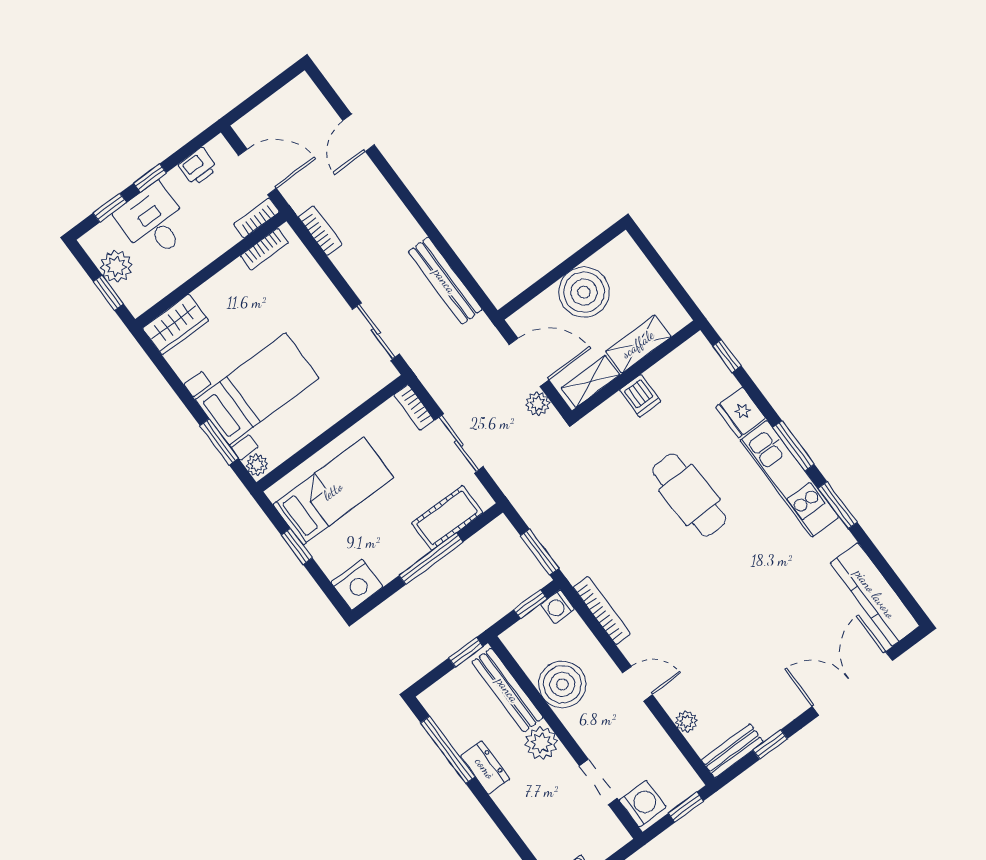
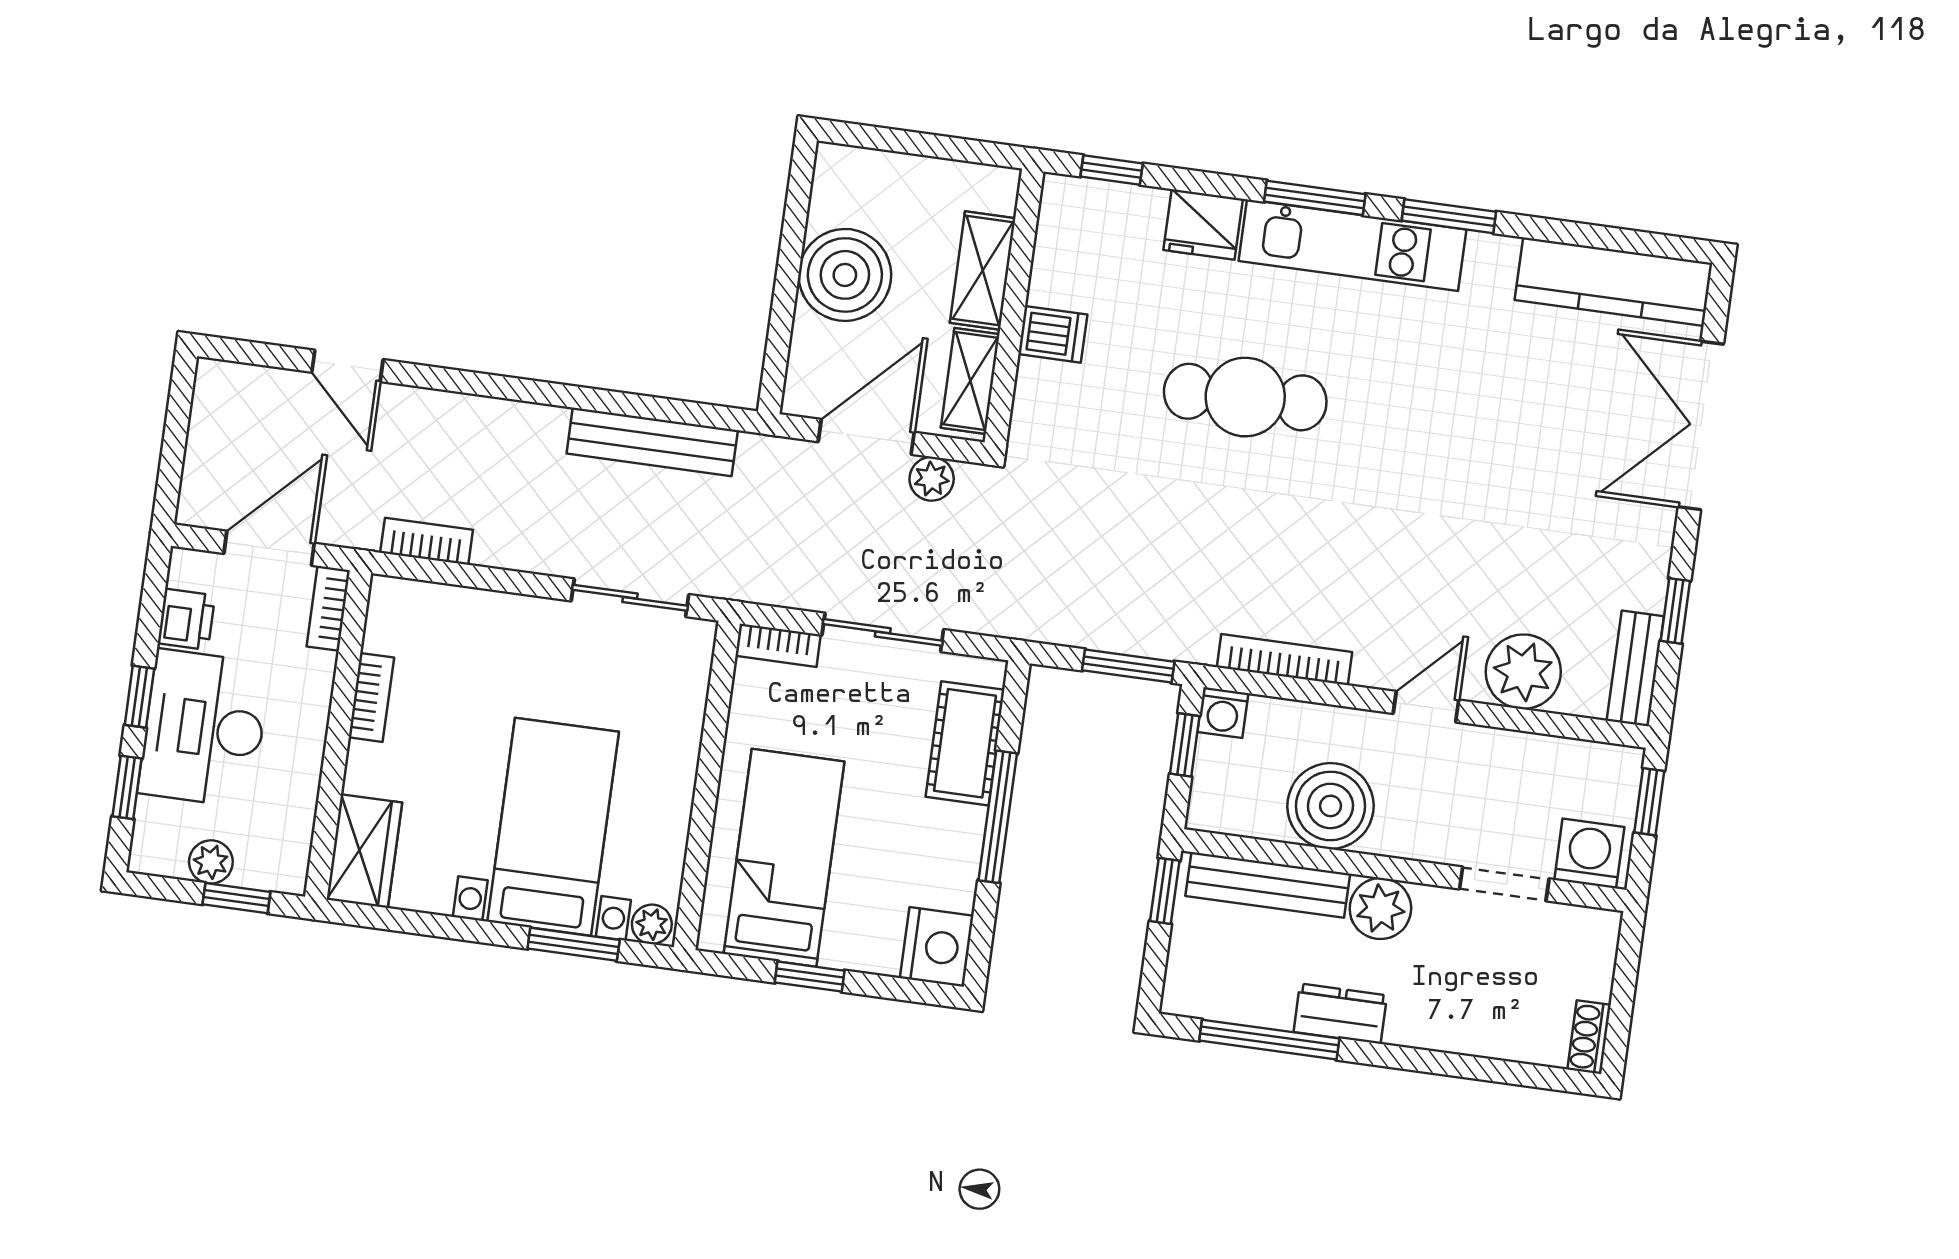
desk: (154, 222) -> (204, 728), width x1.37
bookcase: (264, 249) -> (371, 697), moved
plant: (116, 266) -> (211, 862), width x0.73, depth x0.73
plant: (686, 722) -> (1523, 672), width x1.87, depth x1.87

